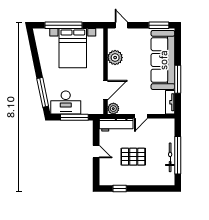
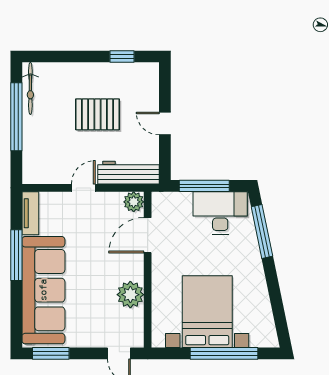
bicycle: (170, 157) -> (30, 88), moved

